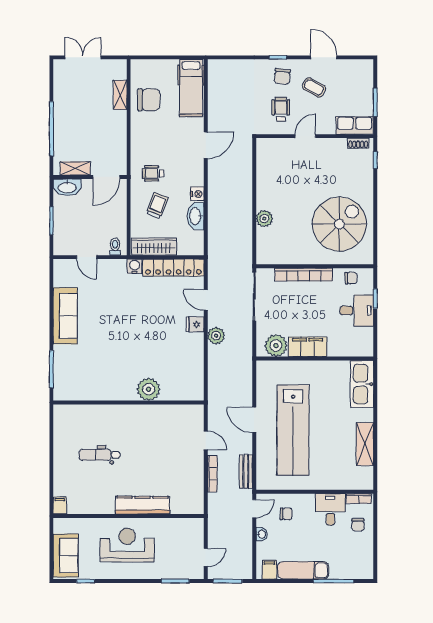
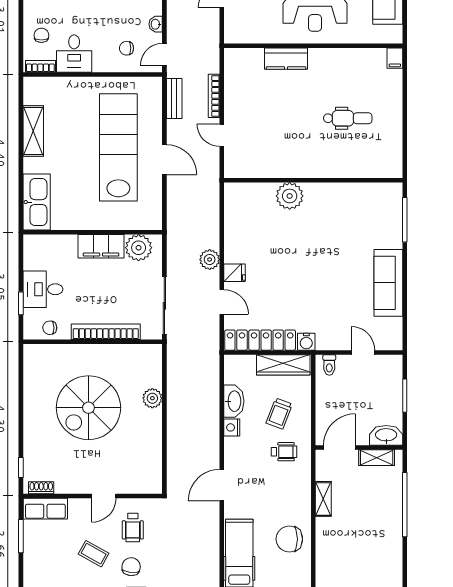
shelving: (120, 95) -> (323, 499), moved
spiral stairs: (339, 224) -> (88, 408), moved
kitchen counter: (143, 505) -> (286, 59), width x0.67

